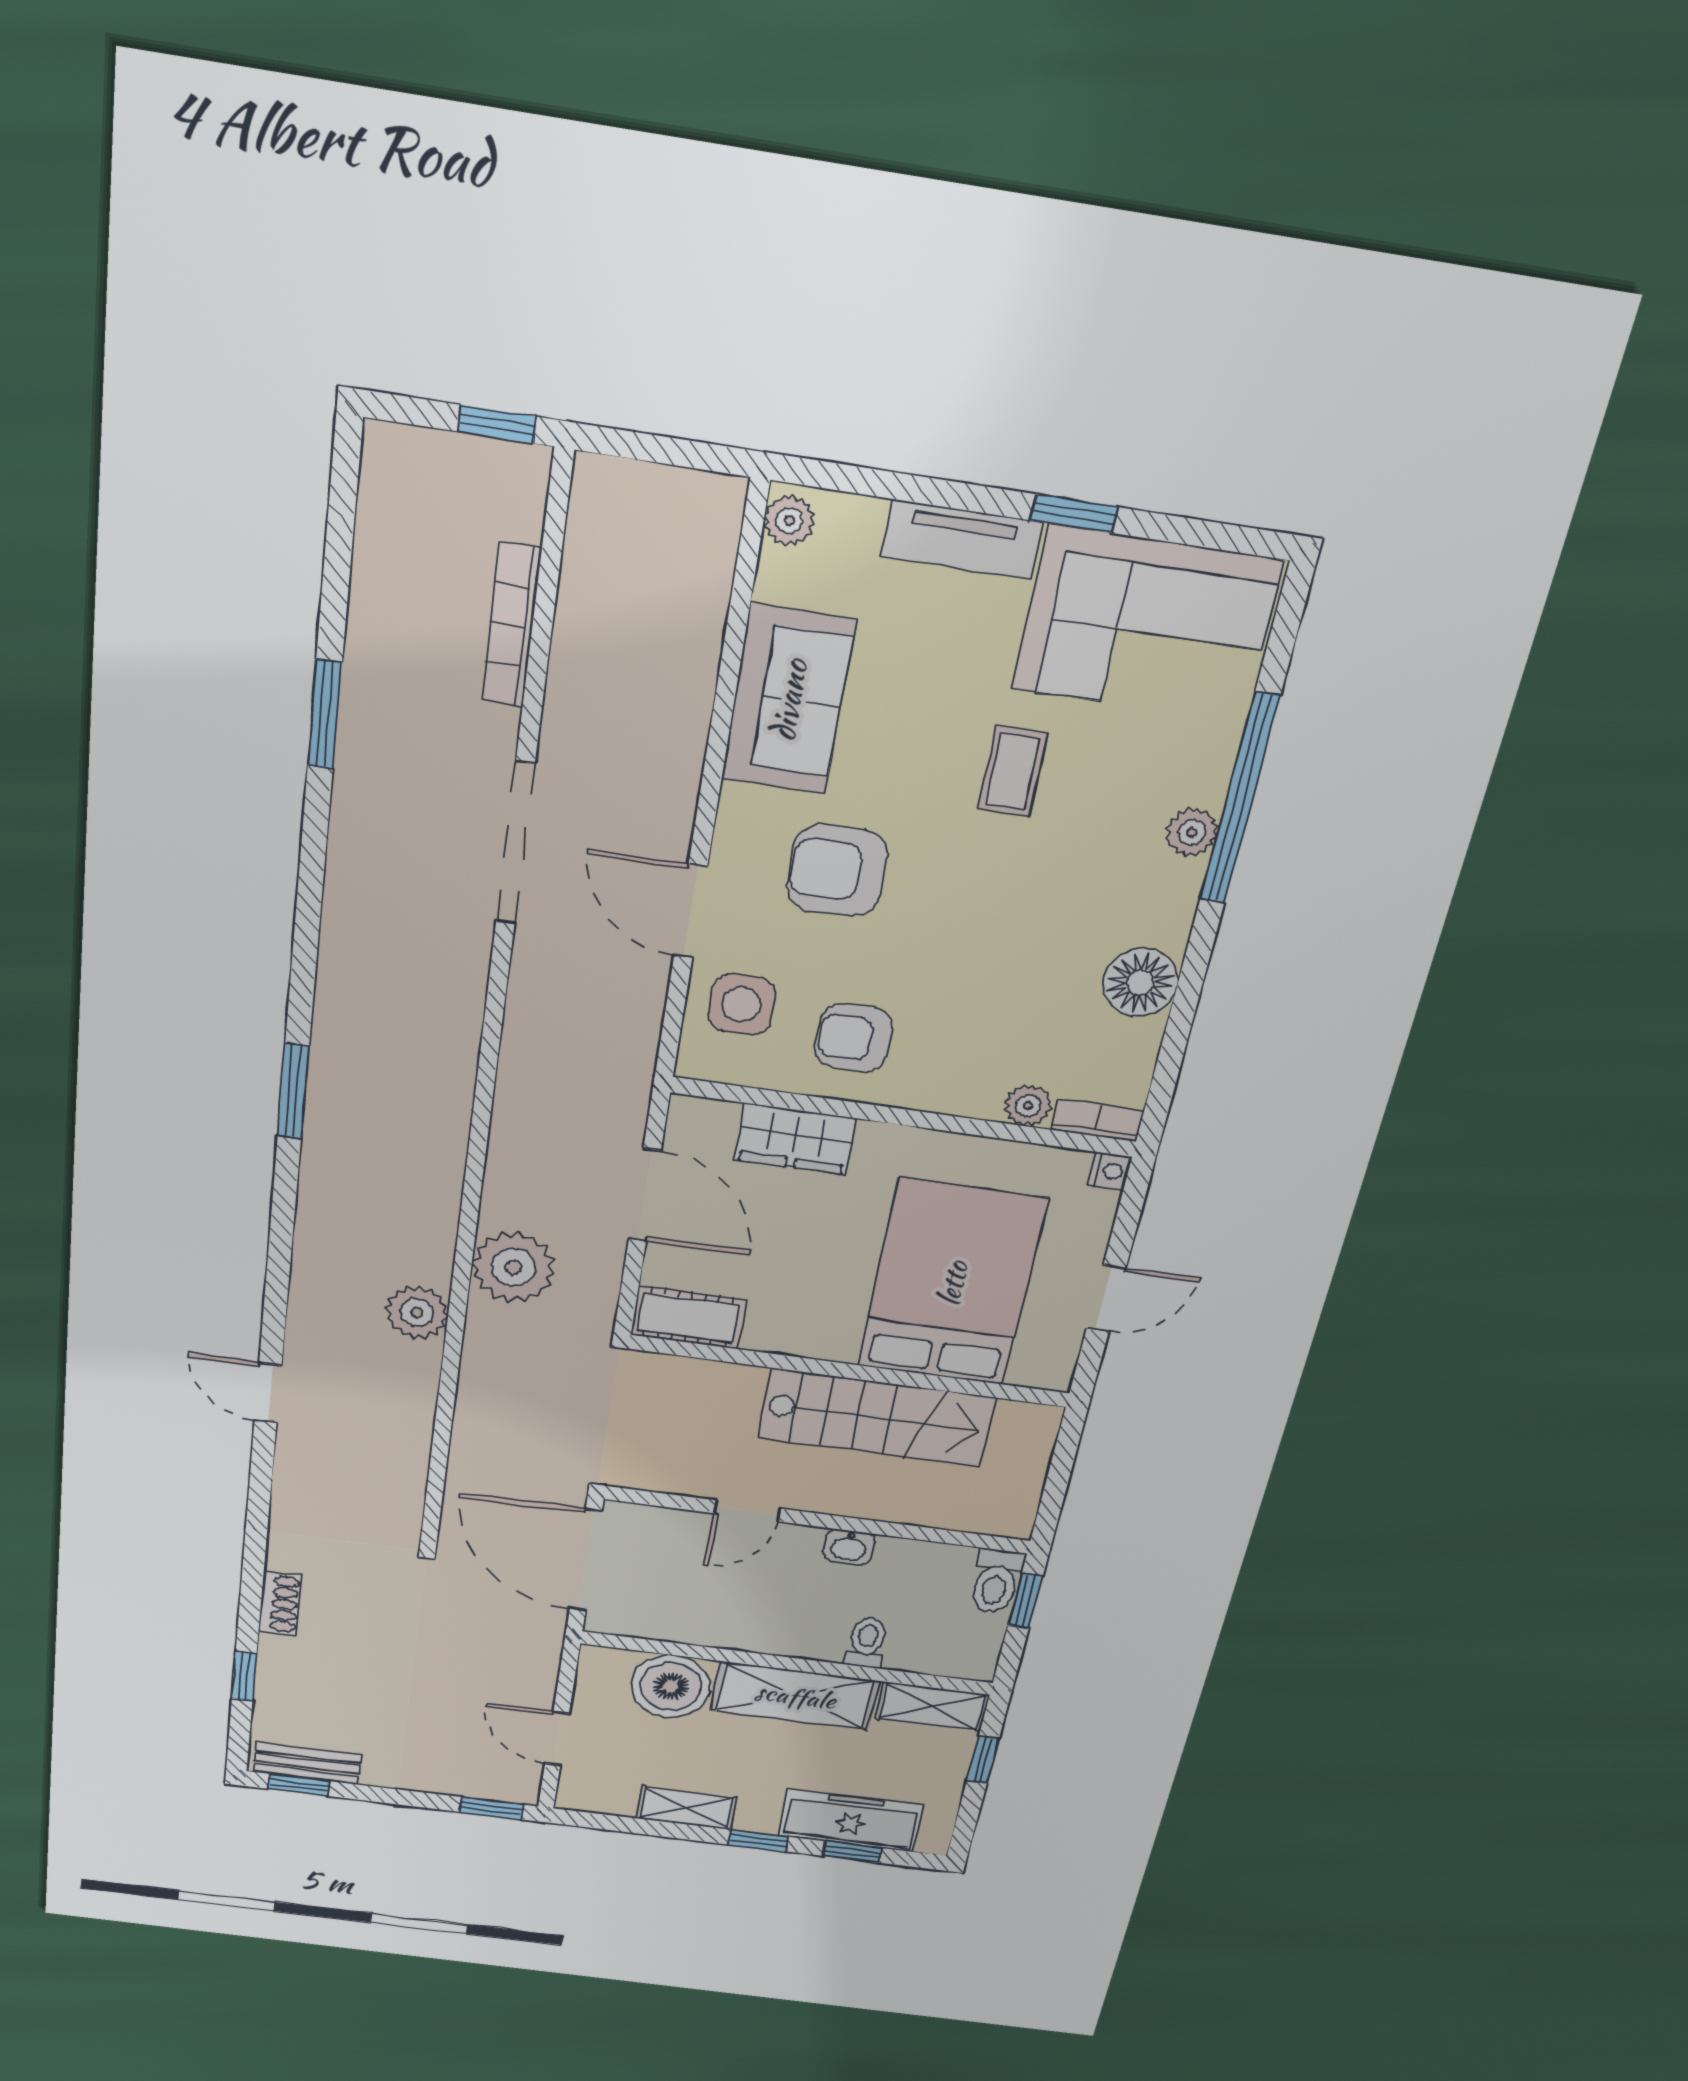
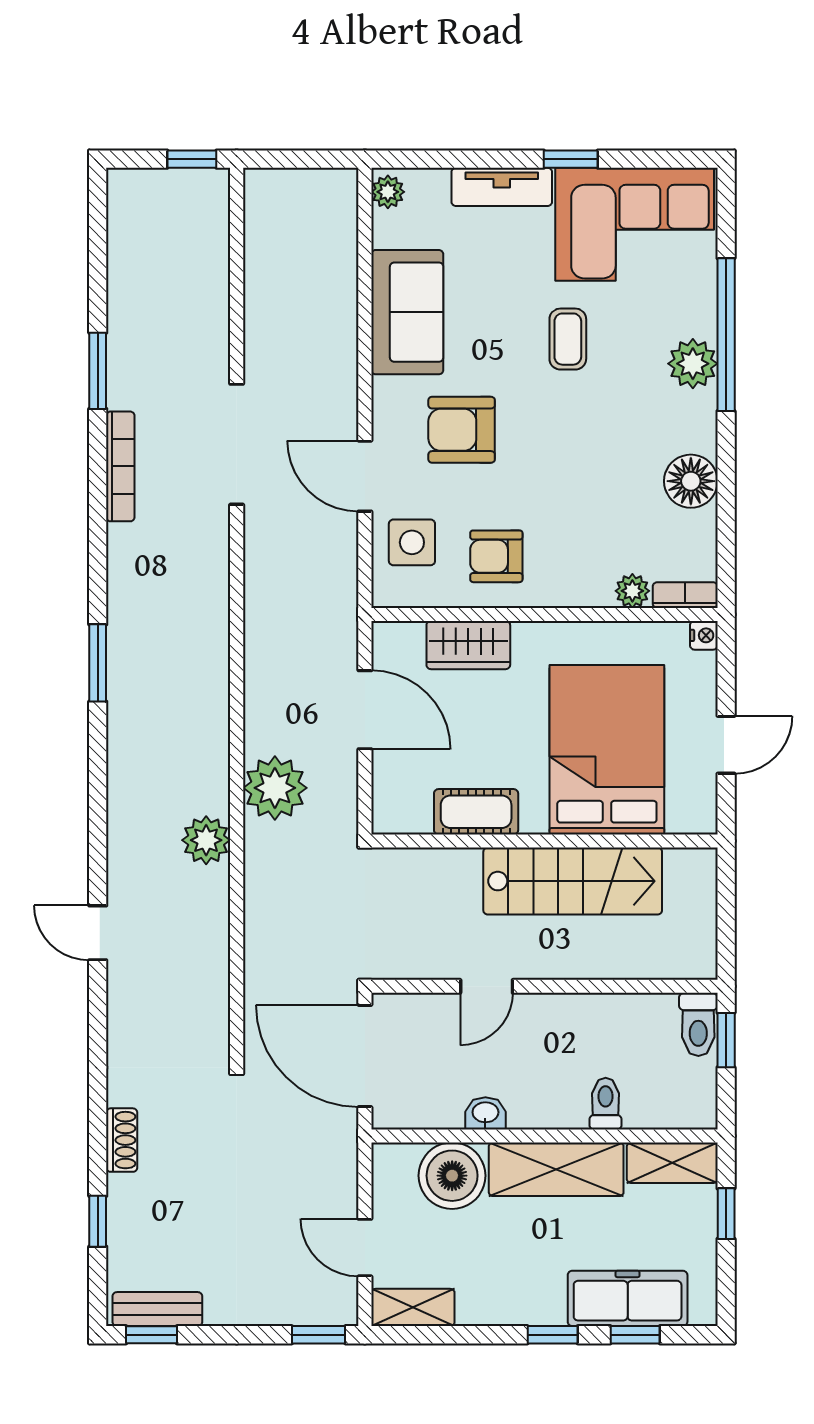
bookcase: (511, 625) -> (120, 466), moved, turned 180
plant: (1192, 832) -> (693, 364), width x1.38, depth x1.38
cot: (689, 1317) -> (476, 812), moved
washbasin: (849, 1547) -> (485, 1113), moved, turned 180
shelving: (686, 1808) -> (413, 1307), moved

